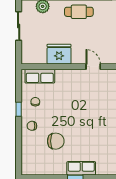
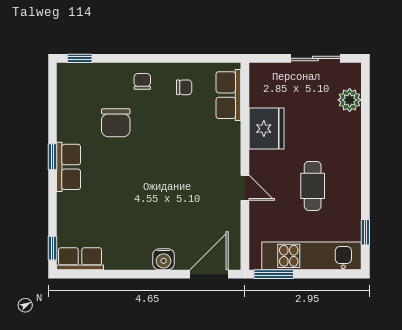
cafe table: (79, 12) -> (313, 186), moved
door: (93, 67) -> (245, 188), hinge flipped
window: (19, 109) -> (80, 58), moved

